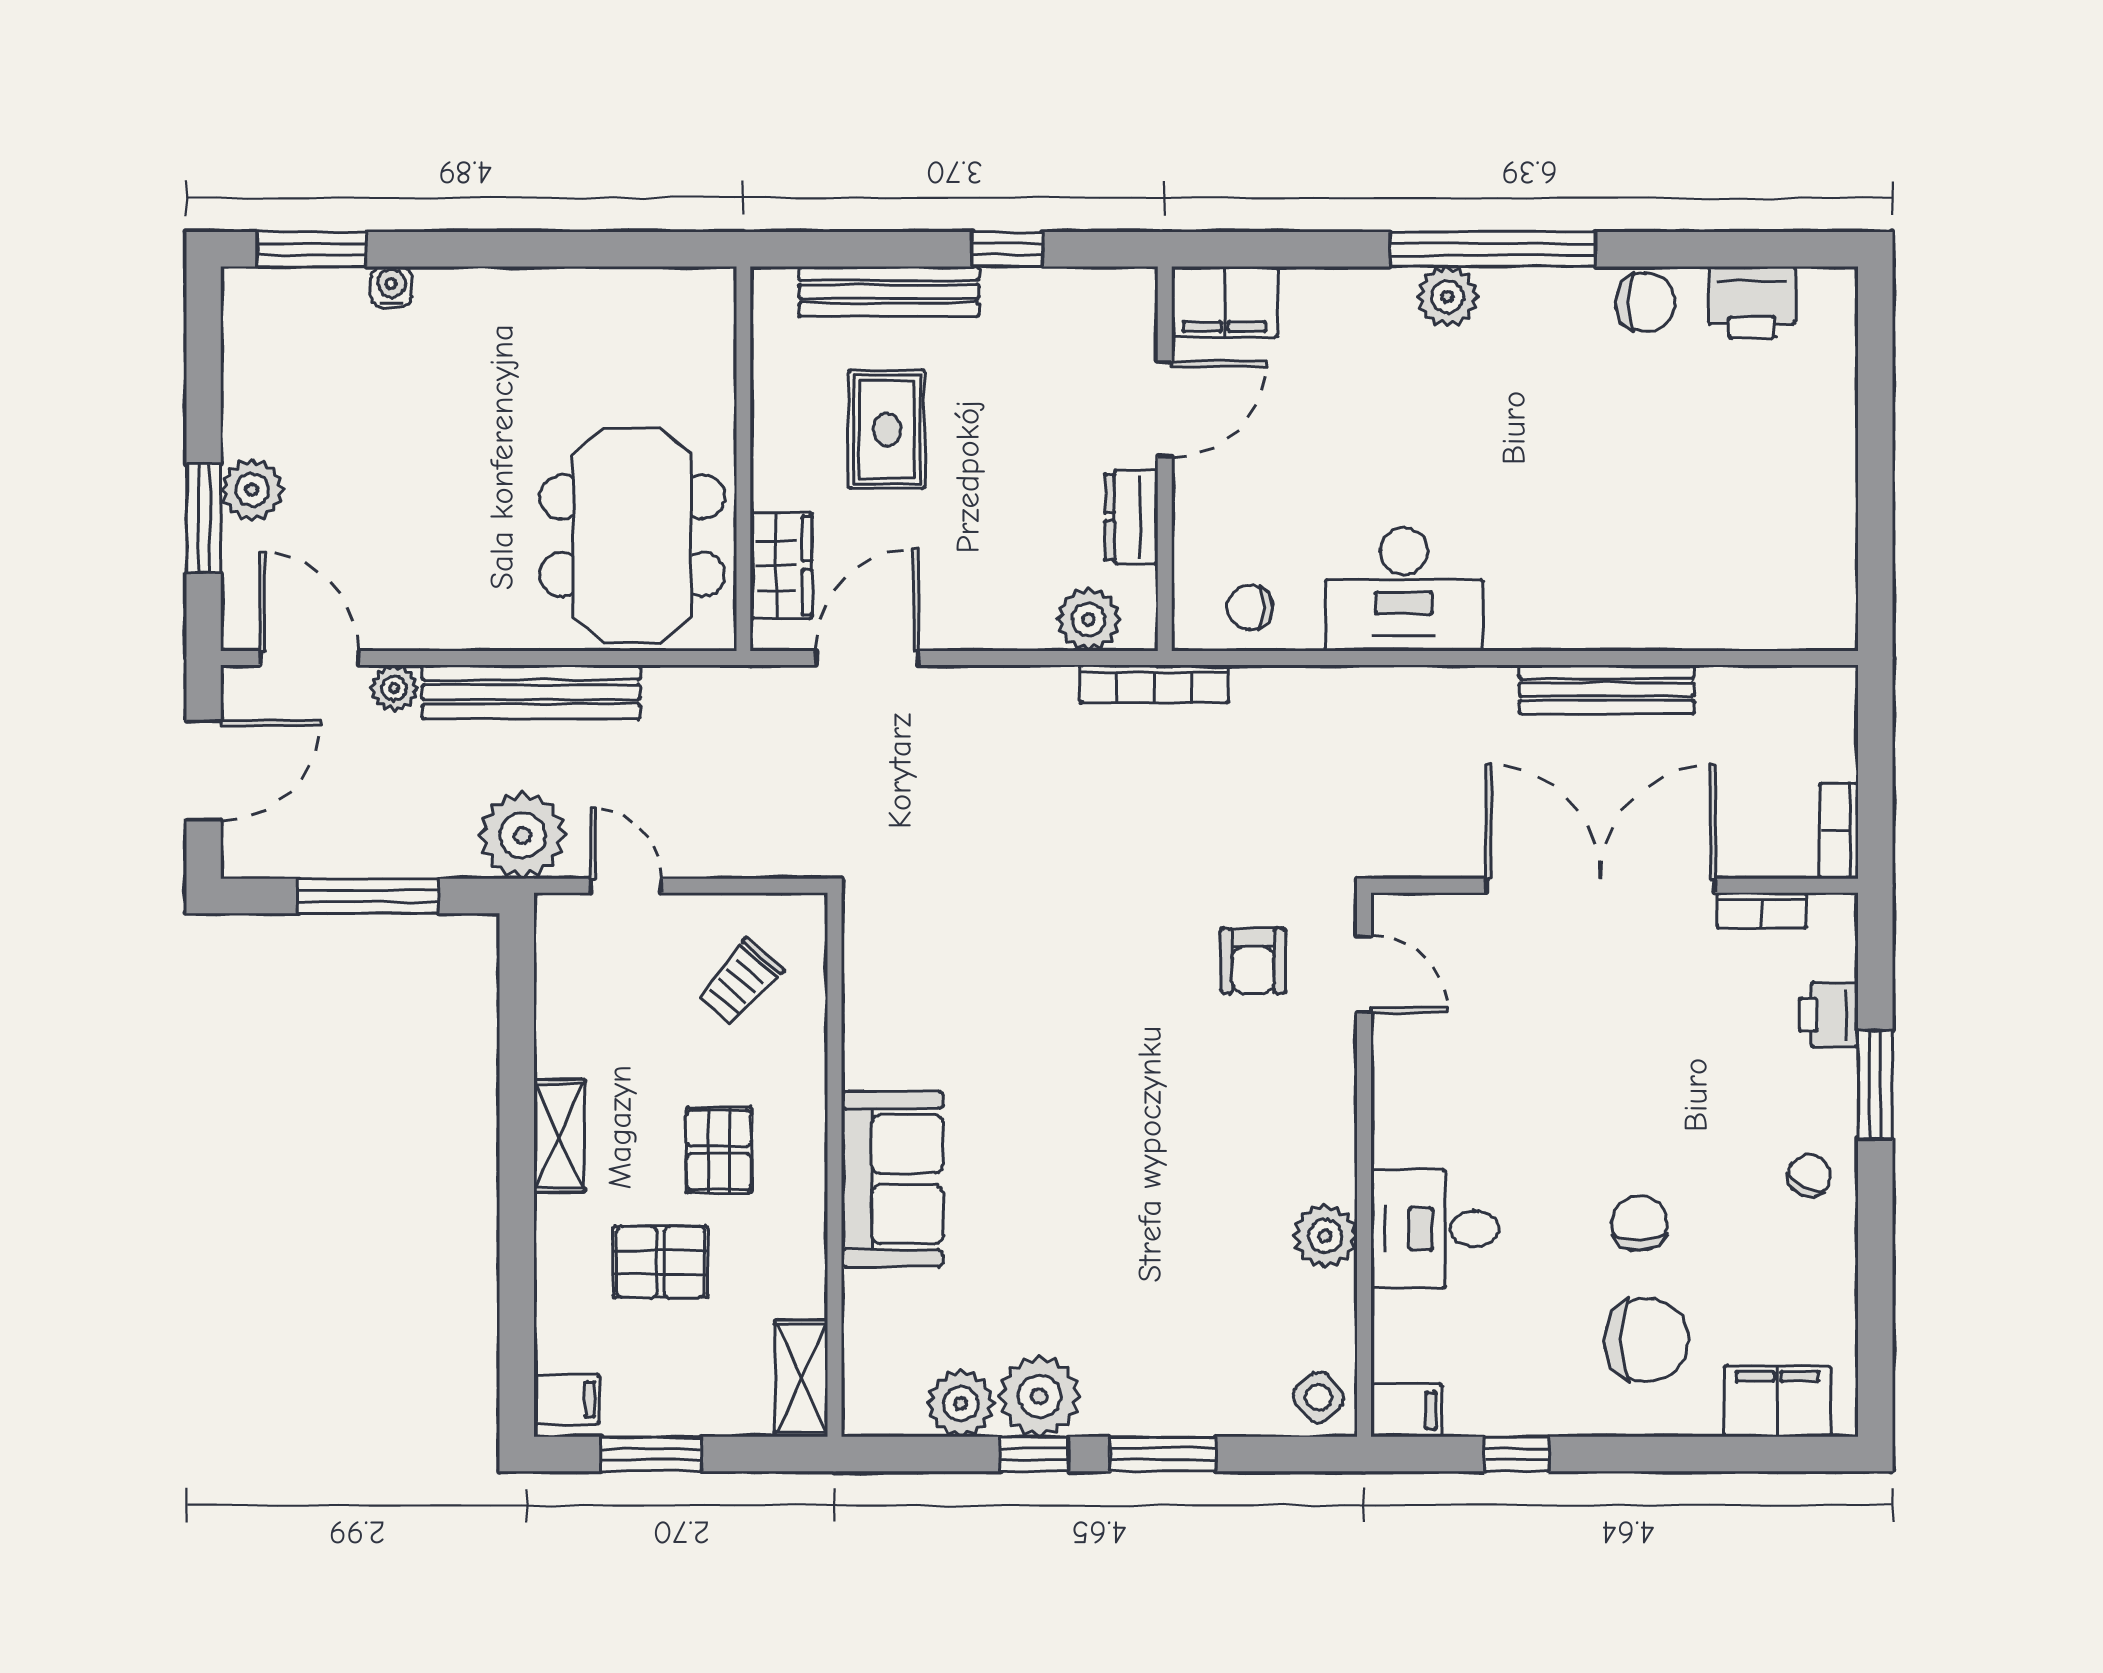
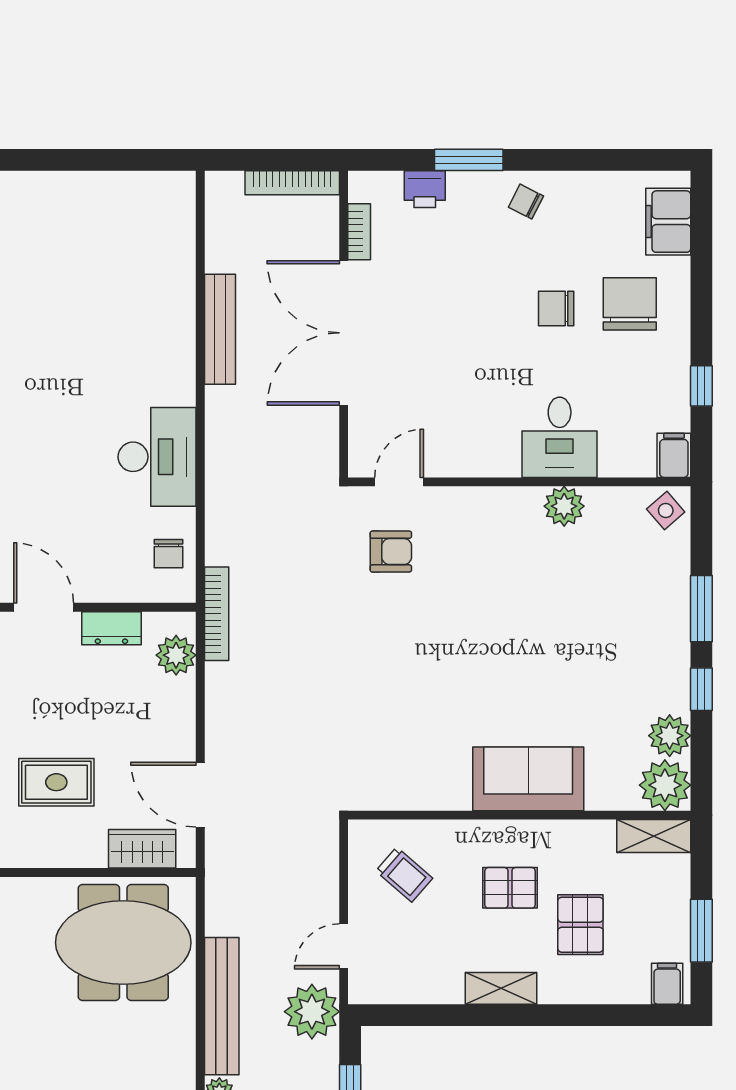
bookcase: (1839, 831) -> (292, 183), width x1.56
plant: (1039, 1396) -> (665, 785), moved

